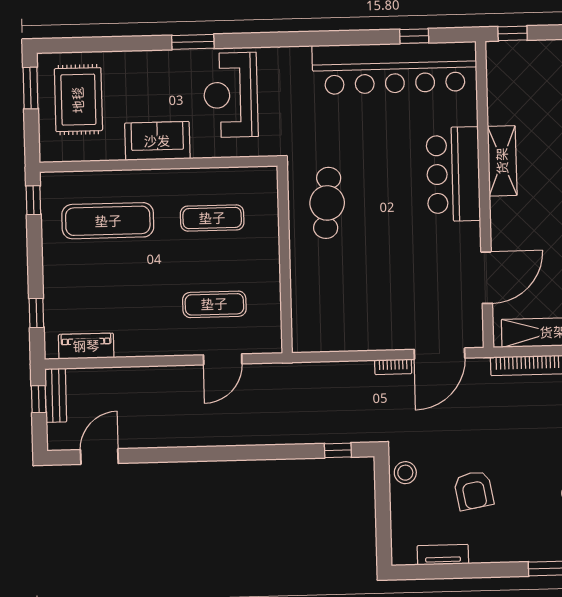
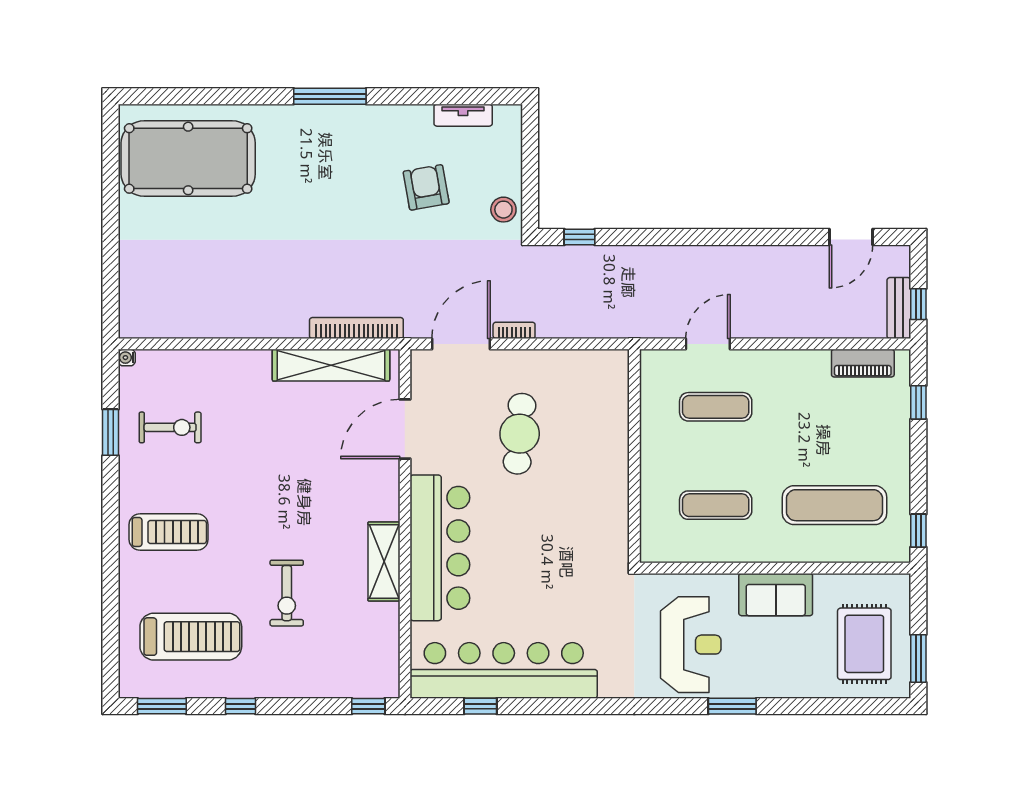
bar counter: (453, 174) -> (440, 548), width x1.36
cafe table: (327, 203) -> (520, 434), moved

